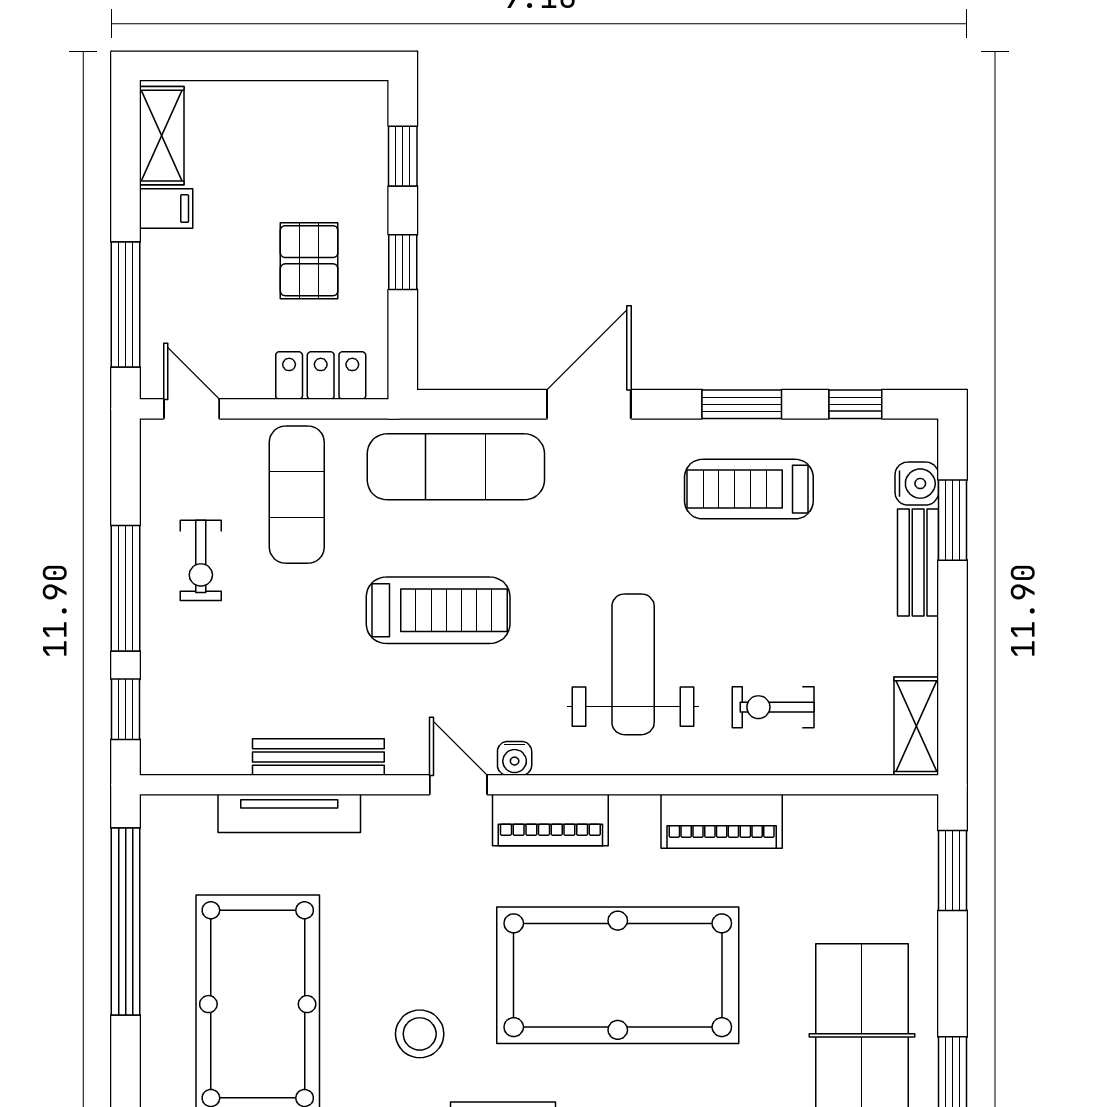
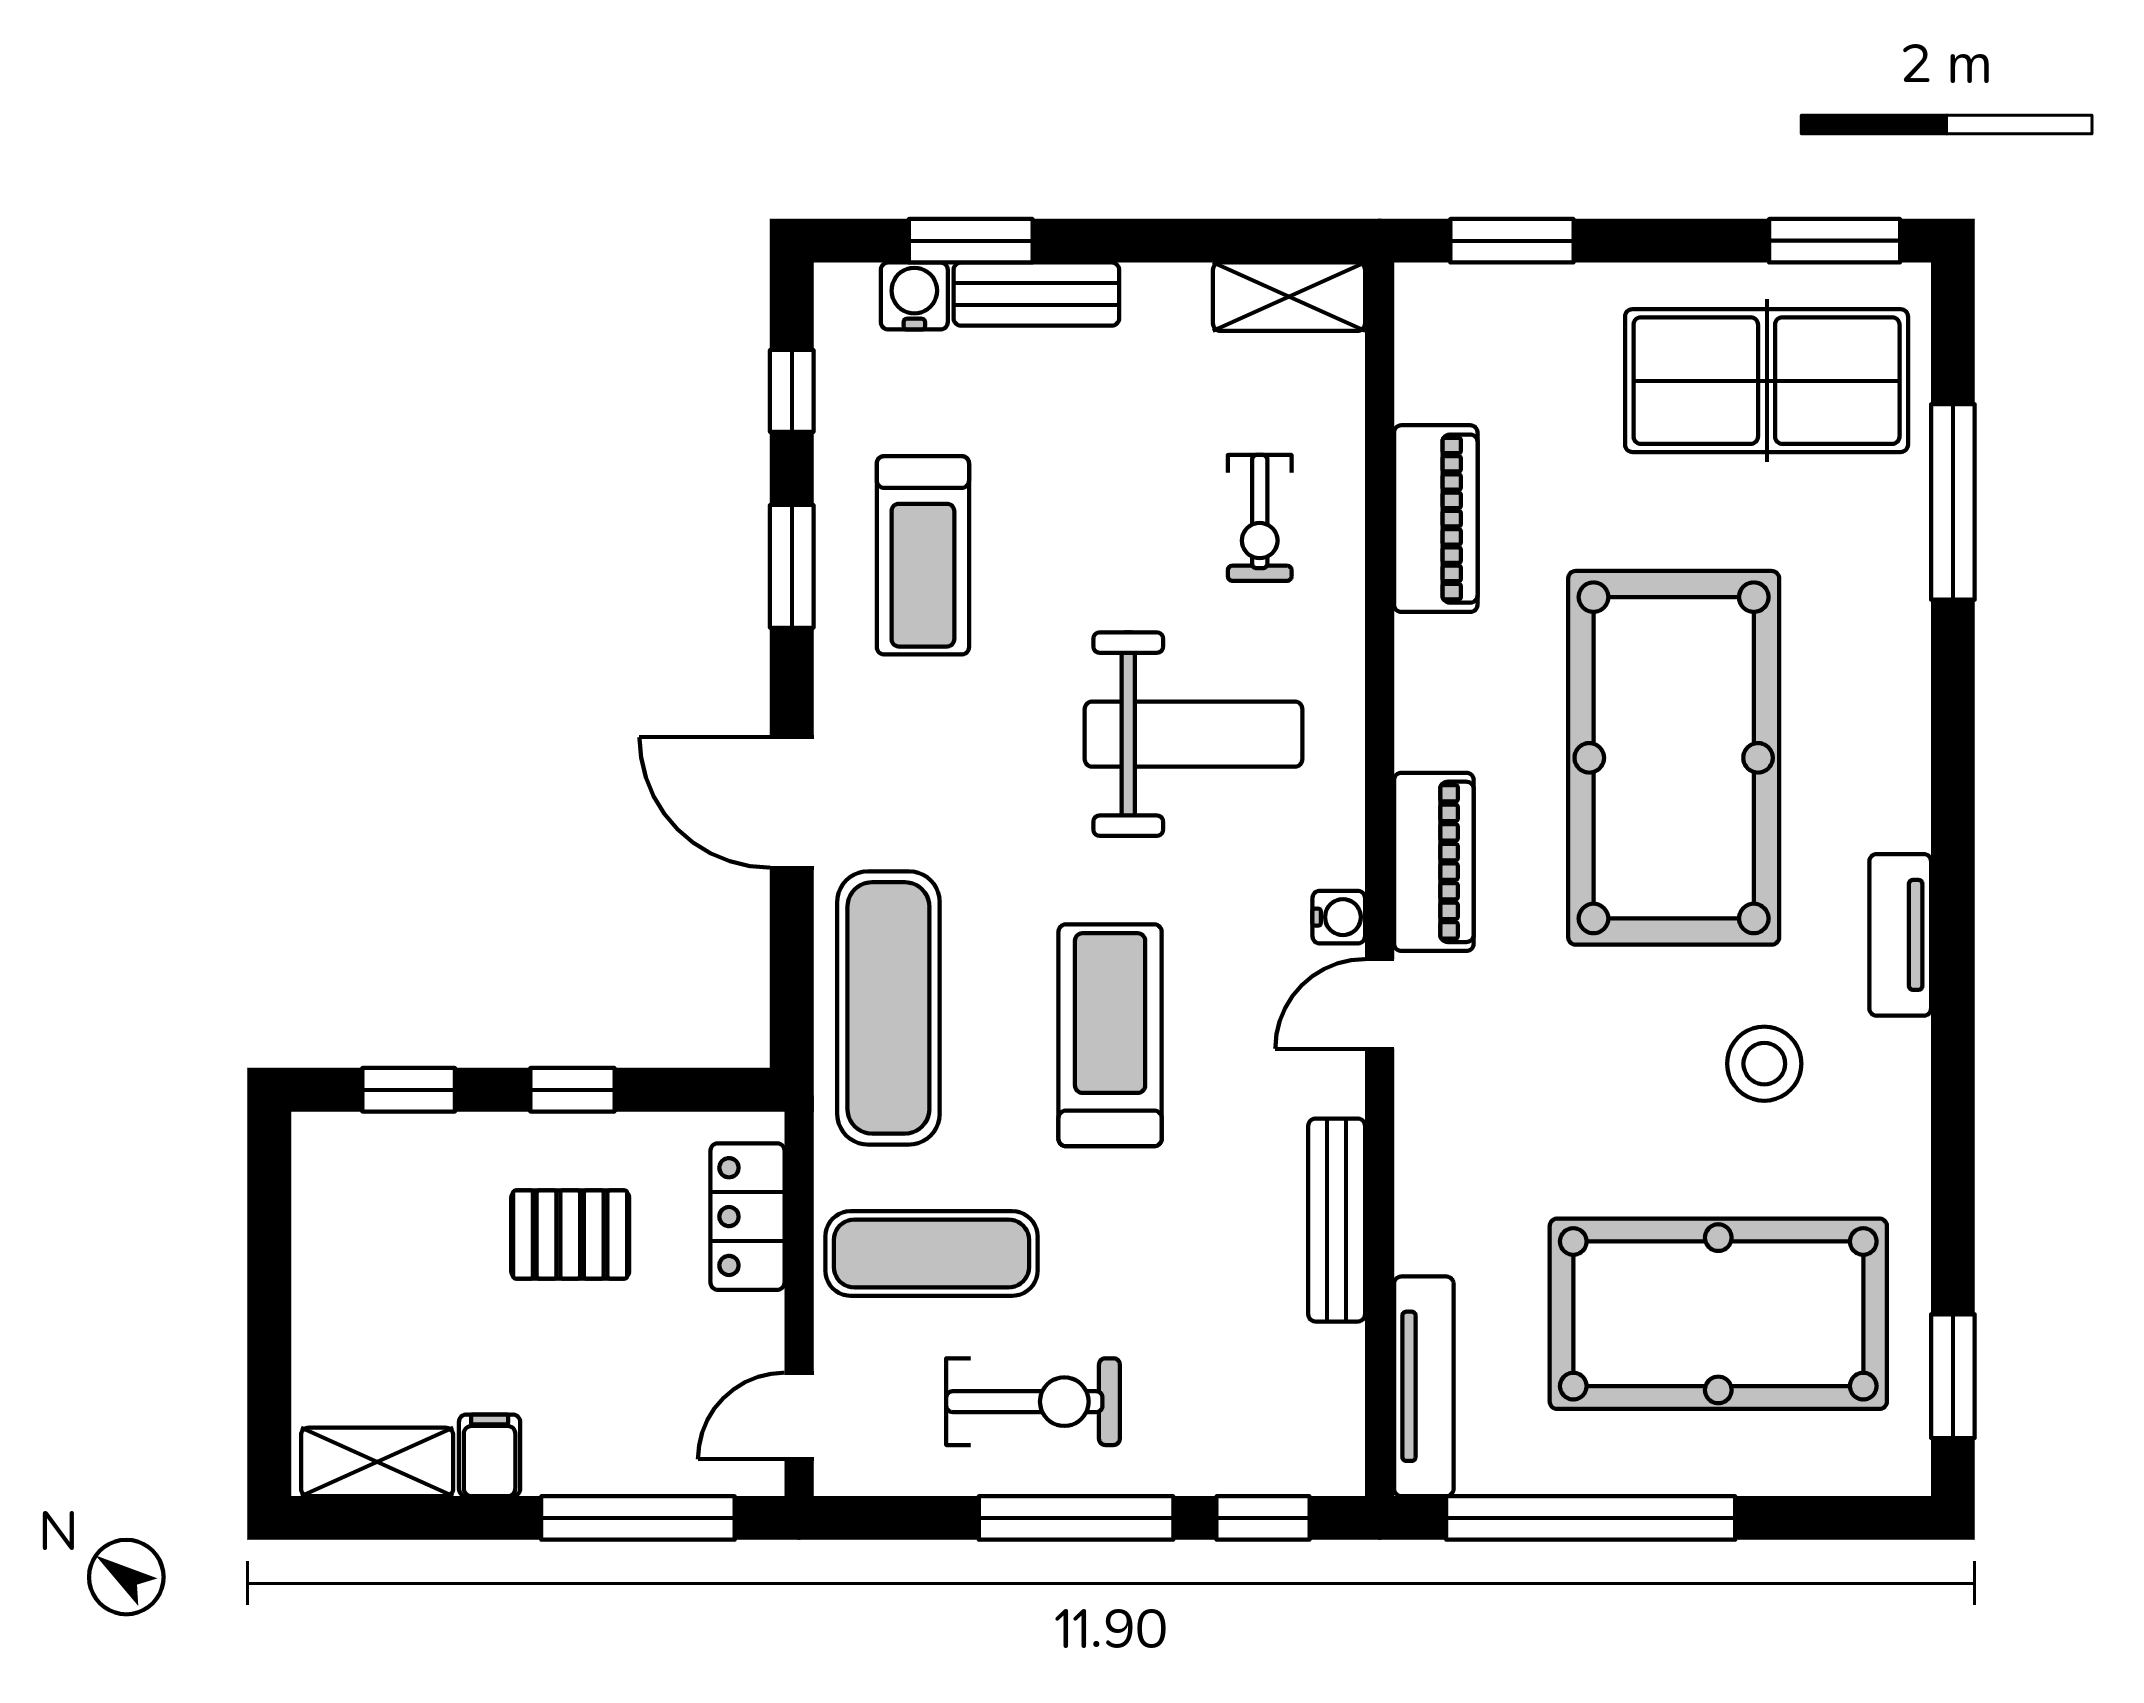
exercise bike: (201, 560) -> (1033, 1402), width x1.38, depth x1.39
weight bench: (633, 664) -> (1194, 734), turned 180
tv unit: (289, 813) -> (1424, 1386), moved
piano: (722, 821) -> (1436, 519), moved

